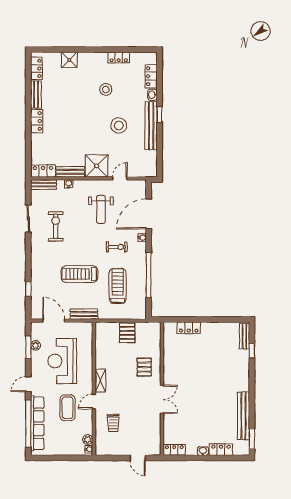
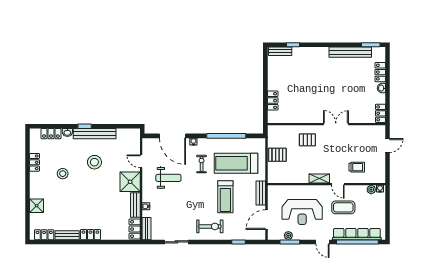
exercise bike: (56, 226) -> (210, 226), moved, turned 180
treadmill: (118, 286) -> (236, 163), width x1.37, depth x1.38

